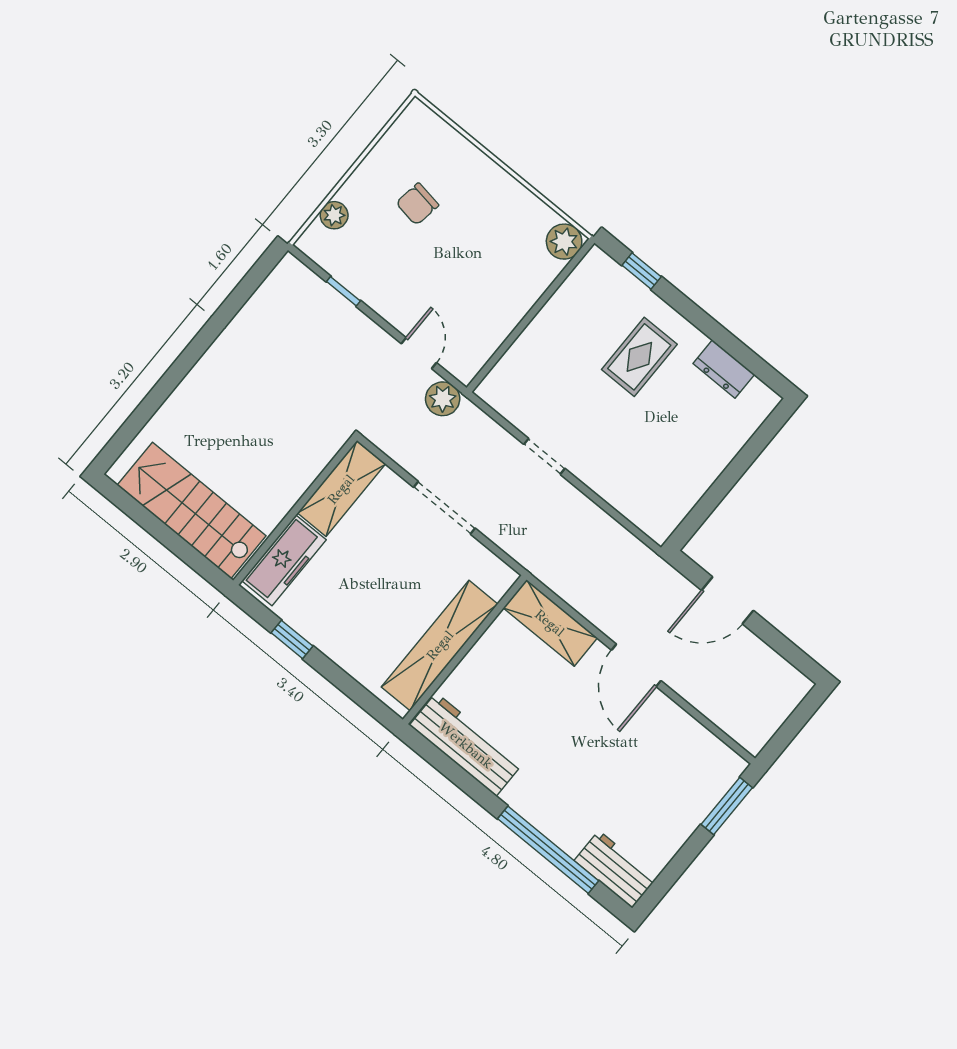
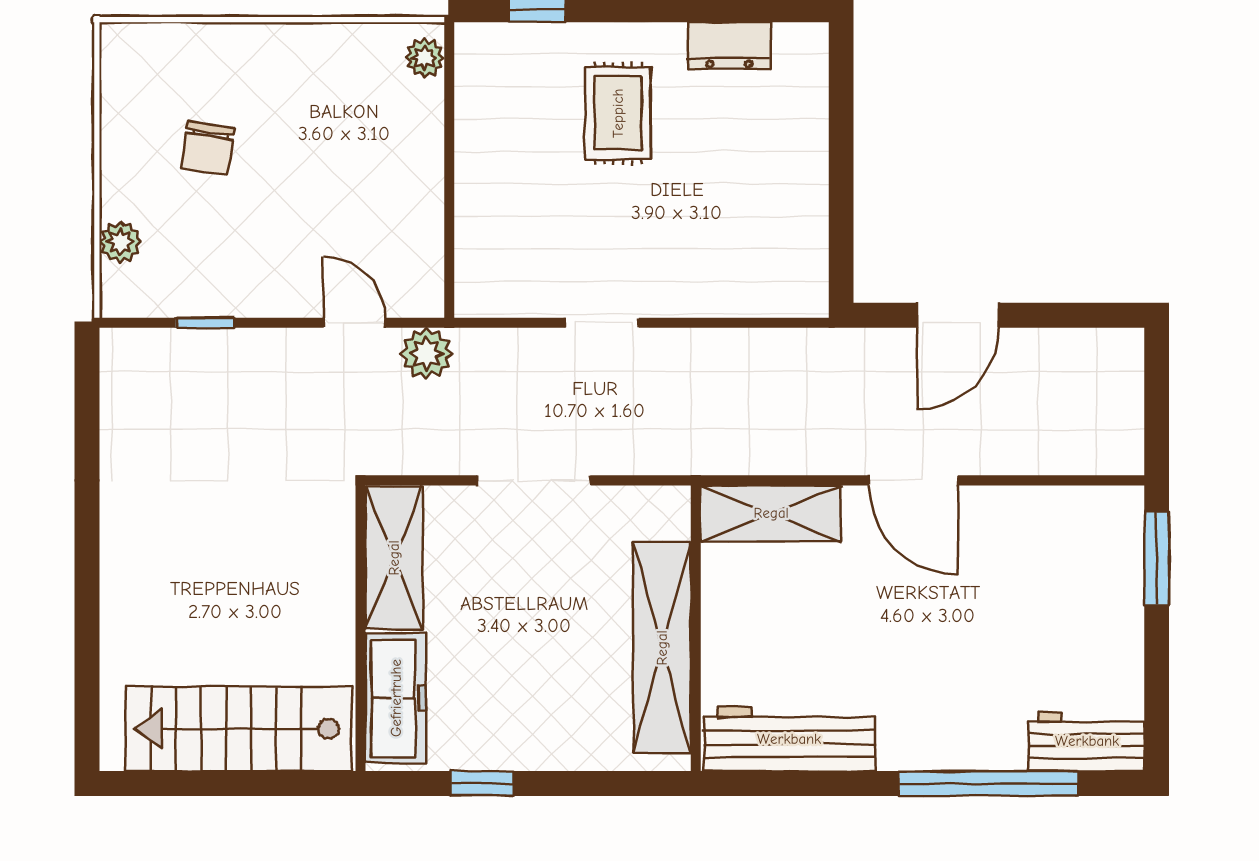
plant: (564, 242) -> (425, 58), width x0.73, depth x0.73

